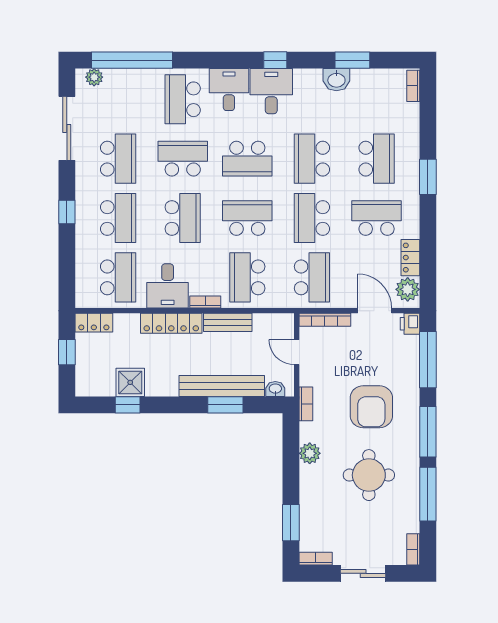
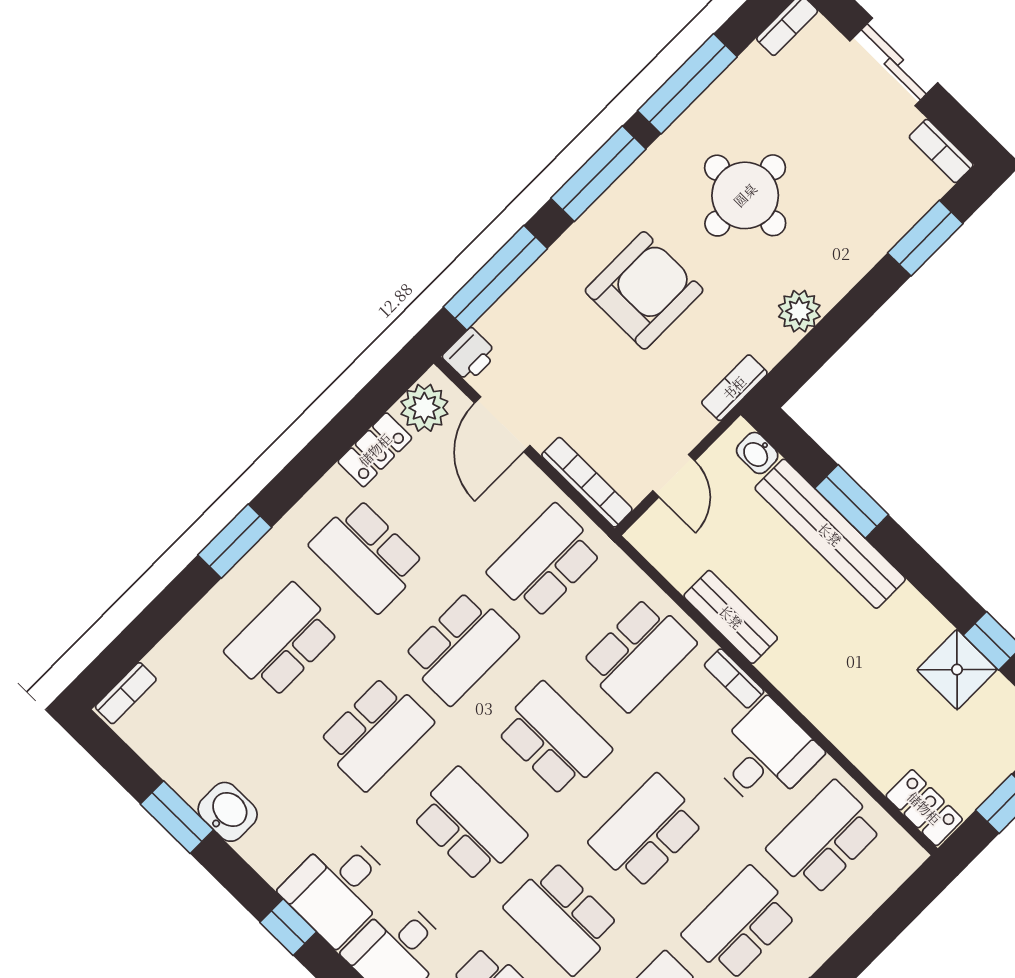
school desk: (247, 218) -> (554, 740), turned 180
locker: (171, 323) -> (813, 696), removed

